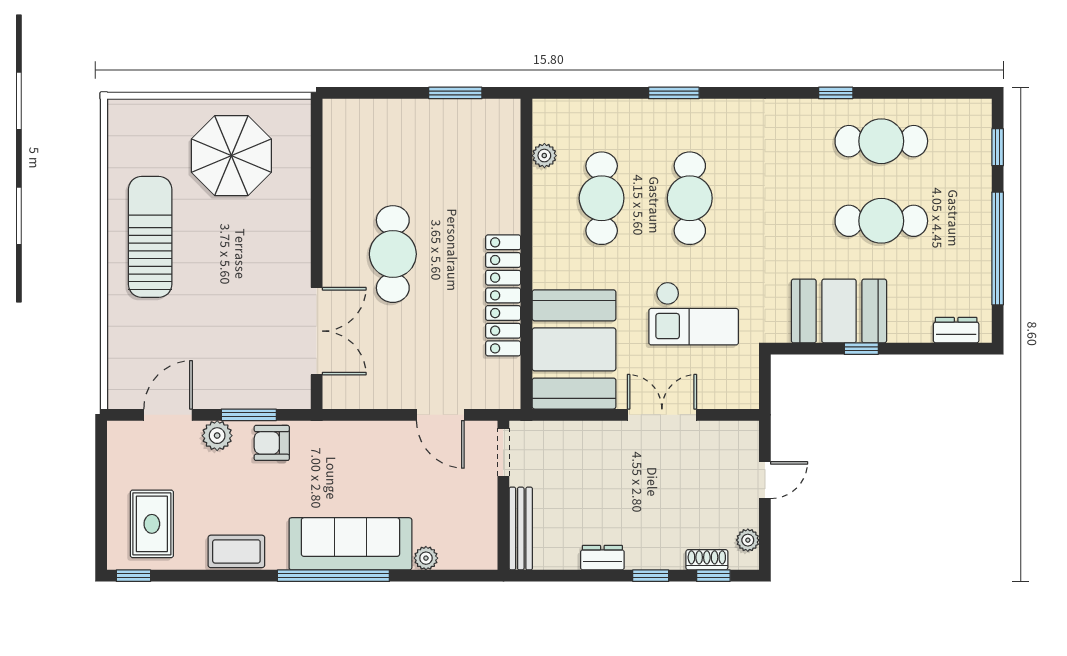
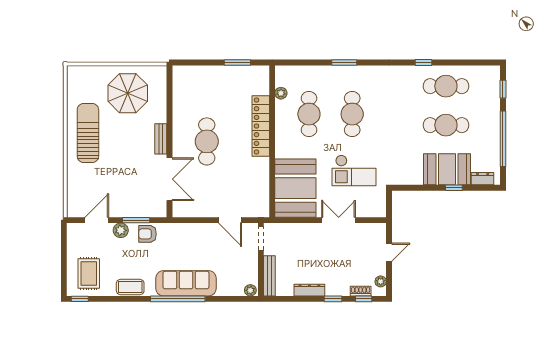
bench: (299, 249) -> (161, 139), added
locker: (503, 295) -> (261, 126), moved
booth: (839, 311) -> (447, 169), moved
window: (861, 349) -> (454, 188), moved
plant: (426, 558) -> (250, 290), moved
dresser: (602, 558) -> (309, 290), width x1.44

